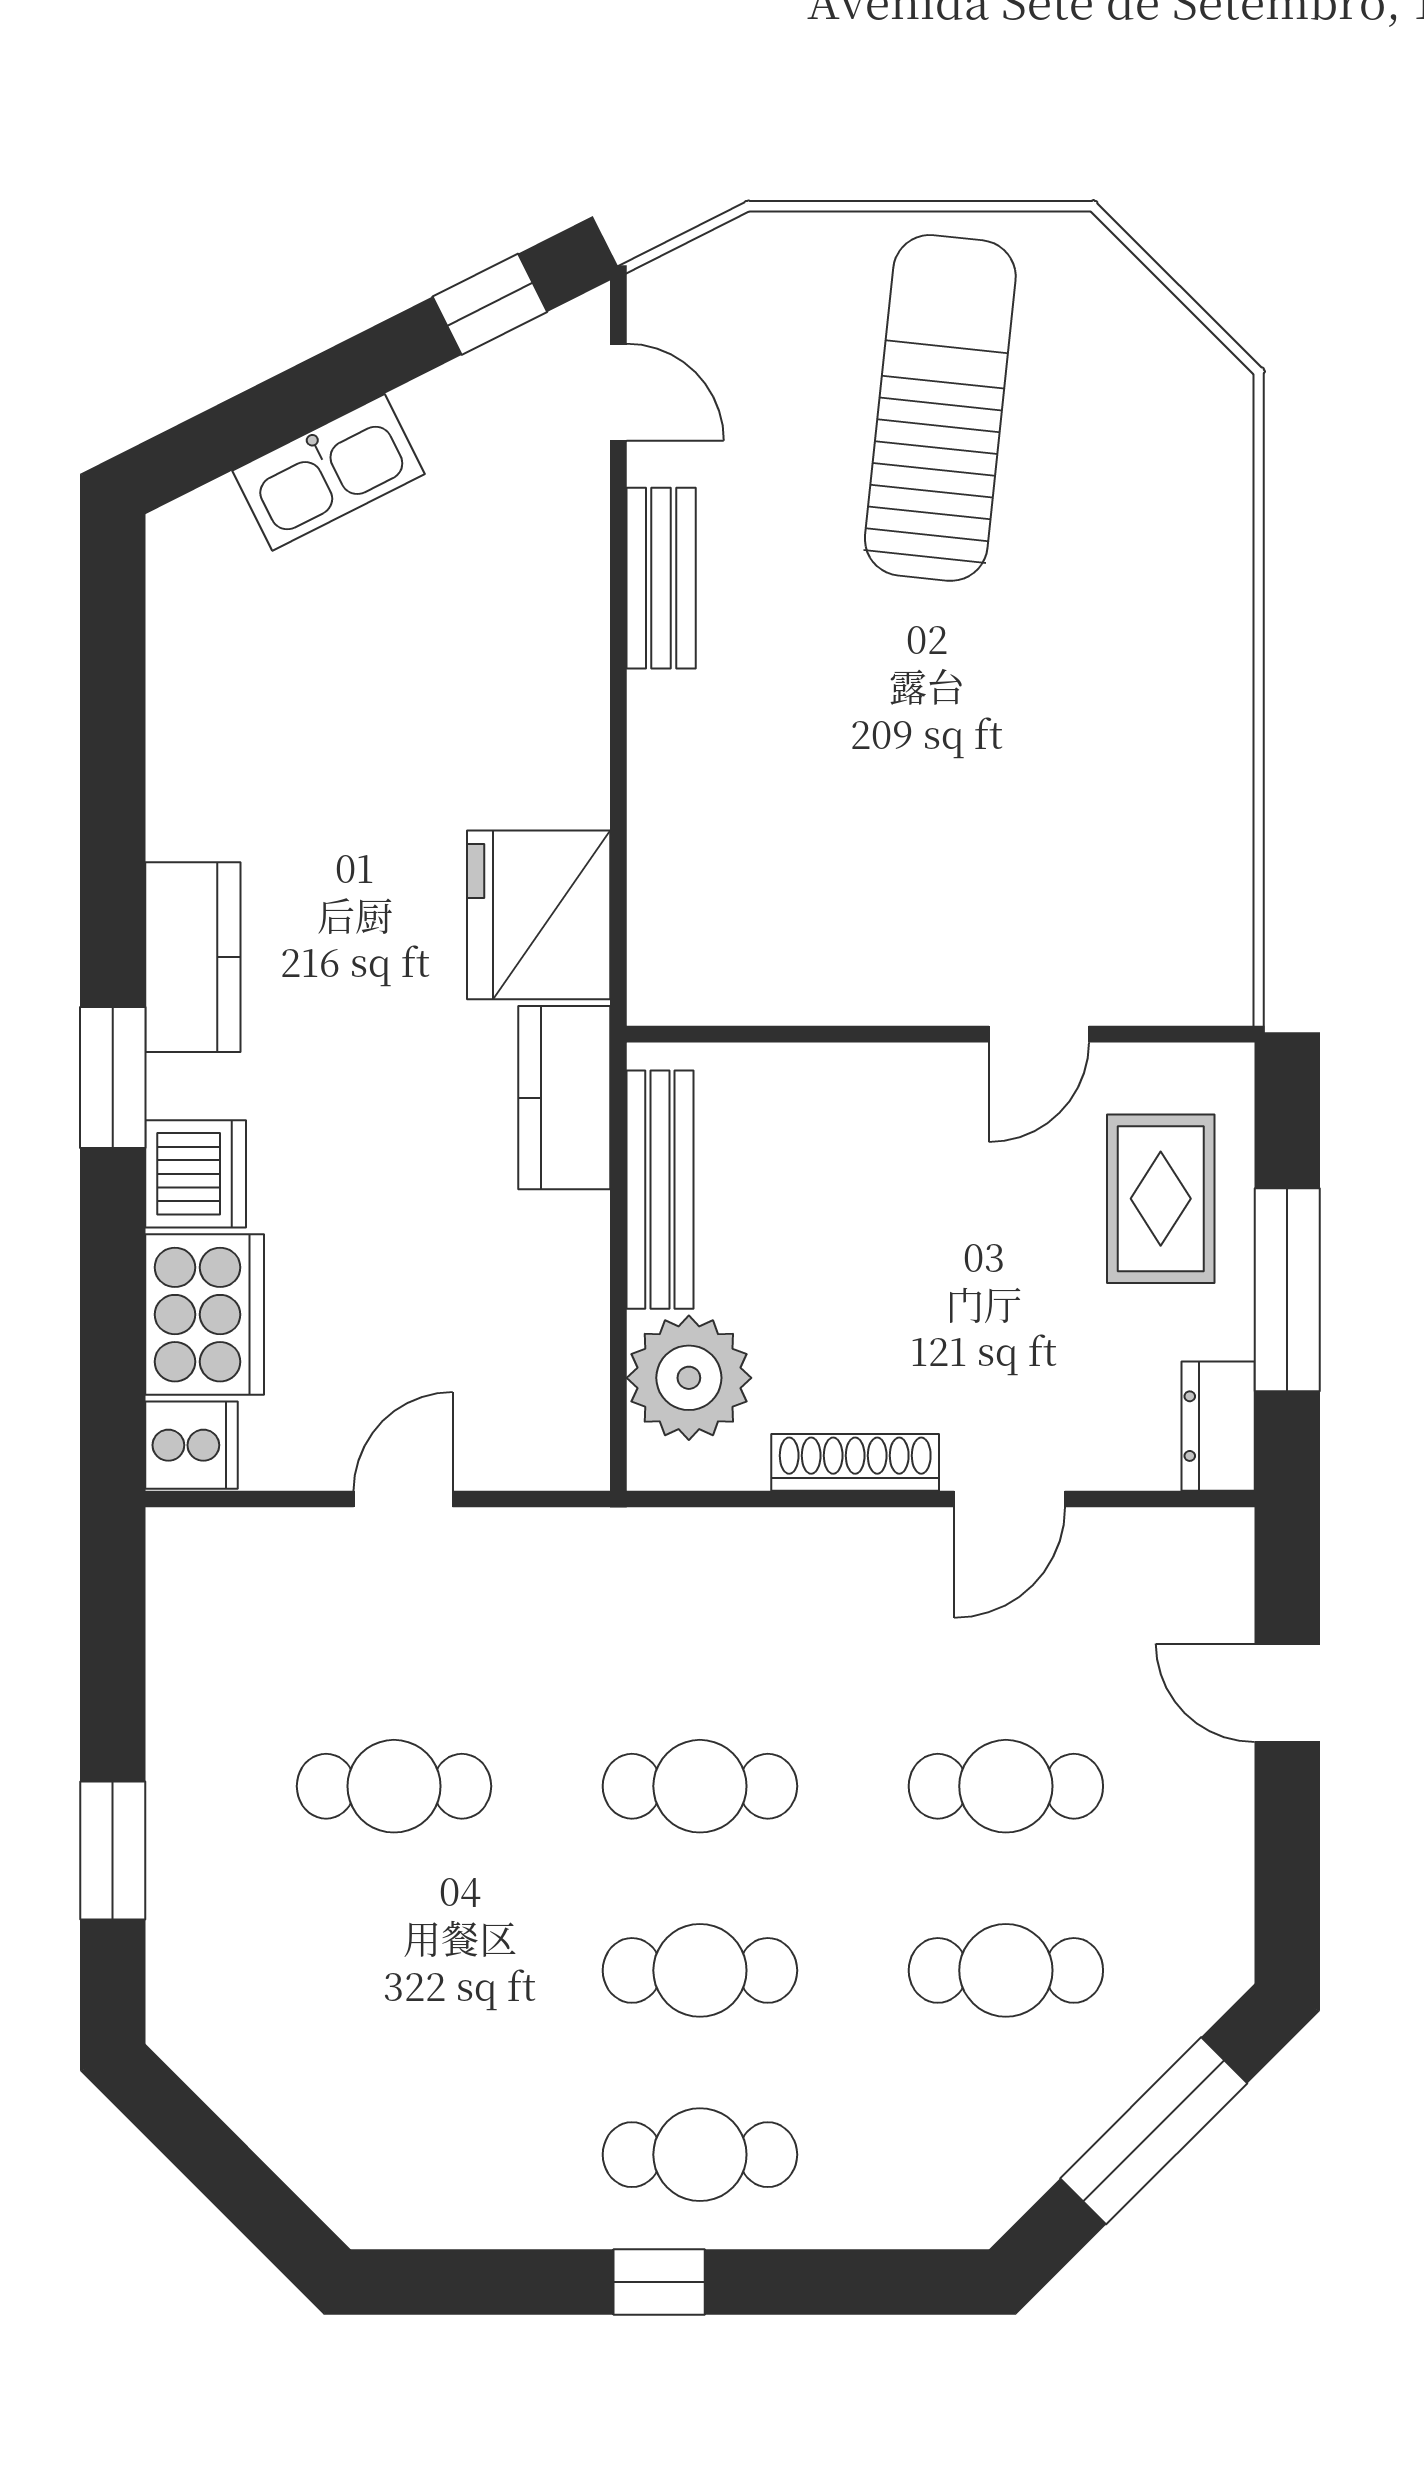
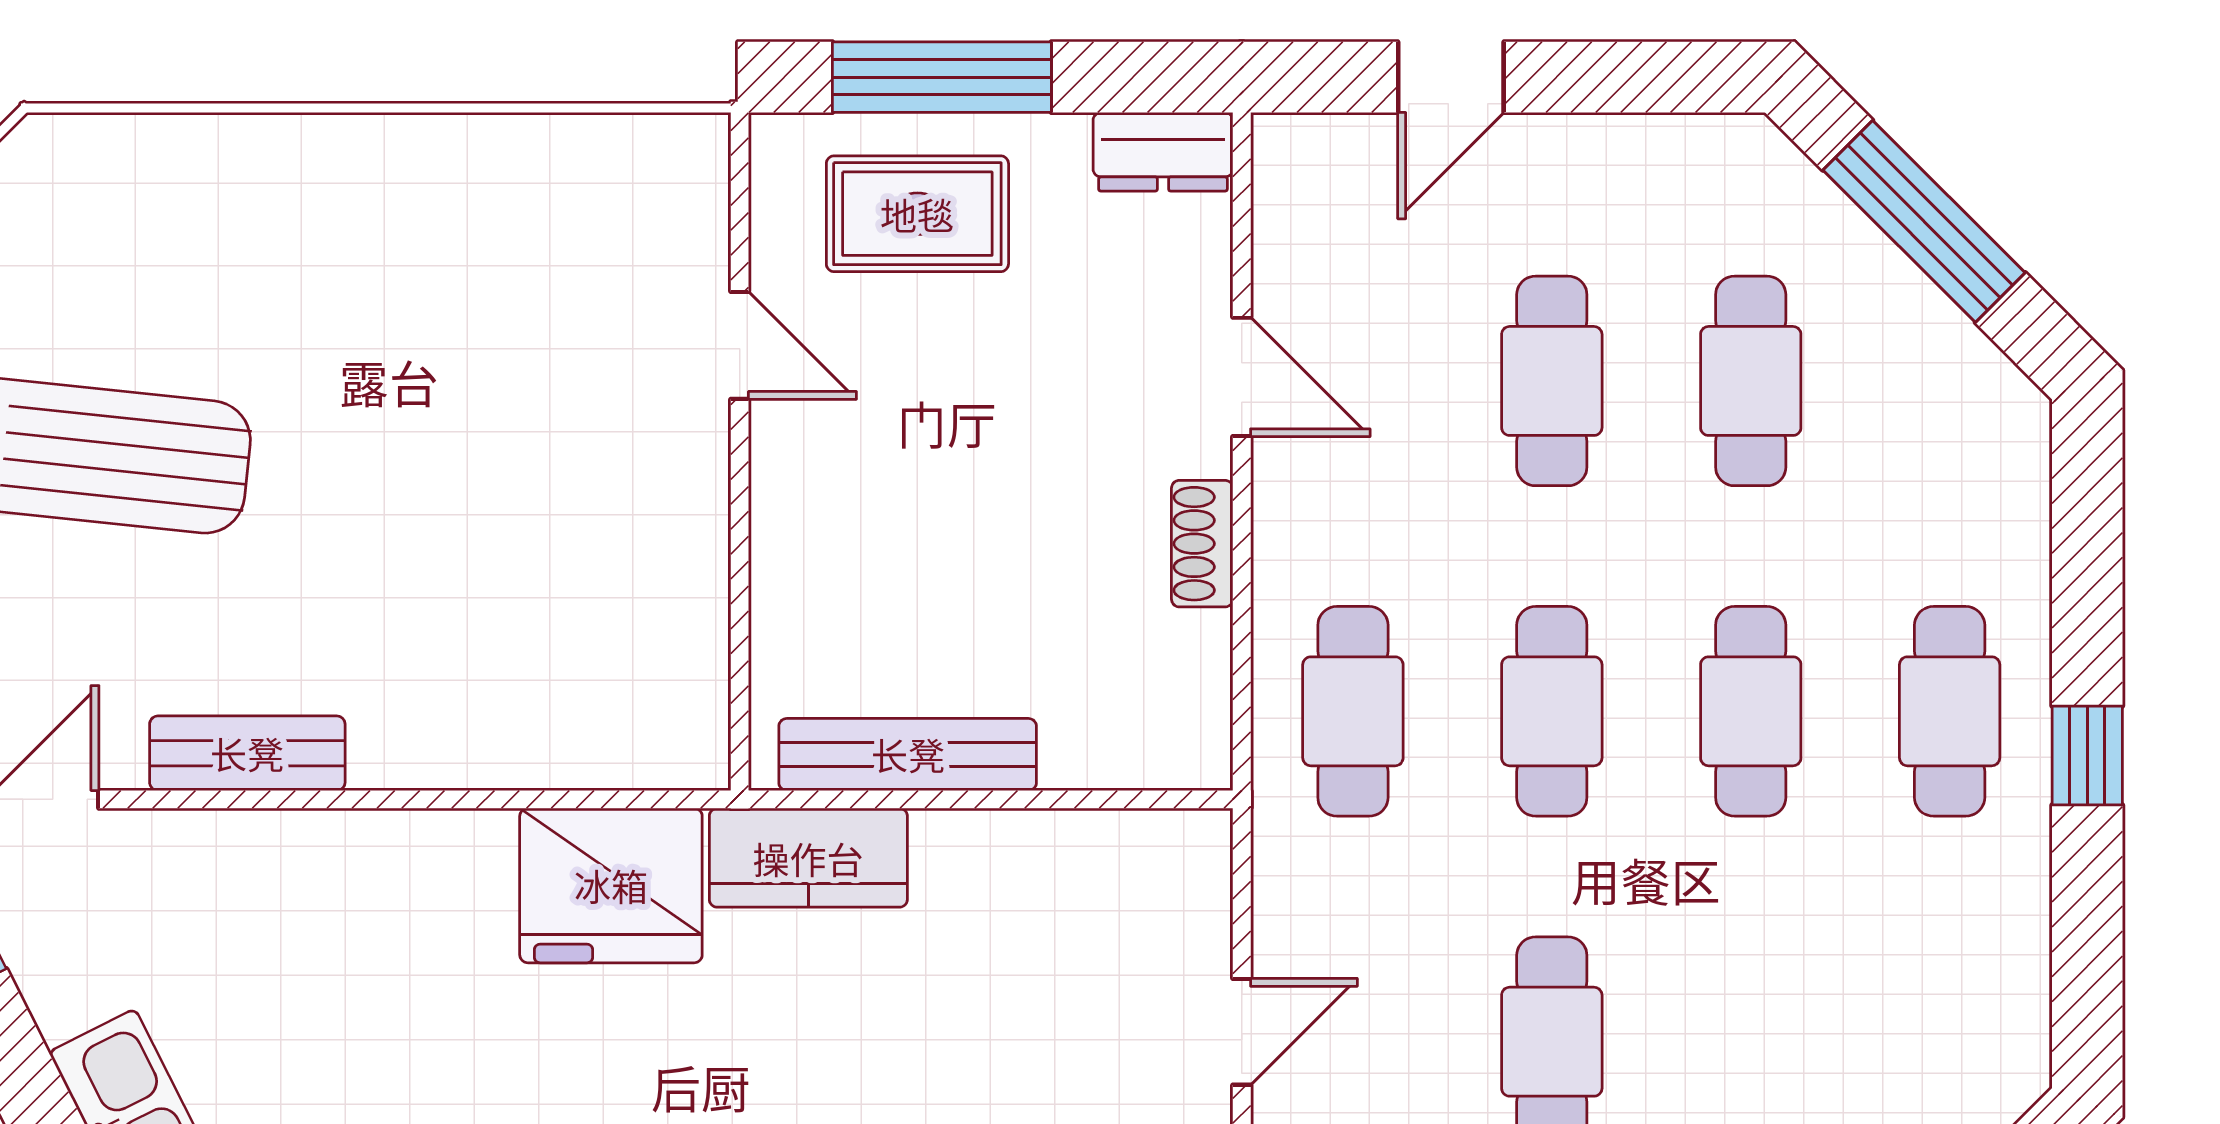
window: (1287, 1290) -> (942, 77), moved
plant: (689, 1378) -> (1111, 723), removed
shoe rack: (855, 1462) -> (1202, 544), width x0.70
door: (403, 1499) -> (1242, 1032), swing flipped
cafe table: (700, 1602) -> (1353, 711), added

